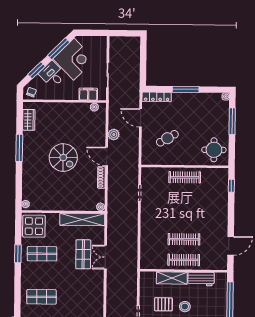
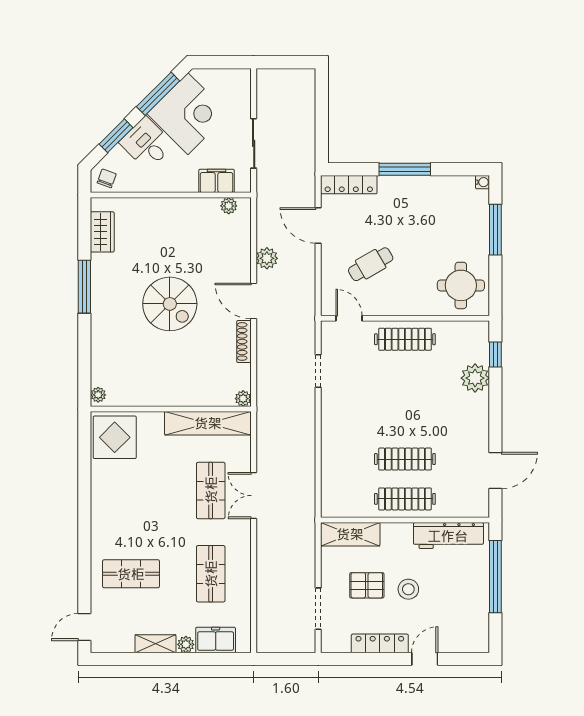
door: (156, 166) -> (349, 318), added
plant: (221, 198) -> (475, 378), added
window: (18, 254) -> (84, 491), removed
shop shelf: (42, 254) -> (211, 574), moved, turned 90
shelving: (172, 278) -> (350, 534), moved
workbench: (201, 279) -> (448, 536), width x1.38

